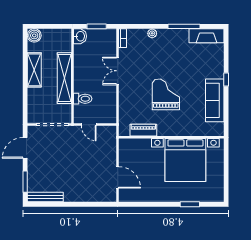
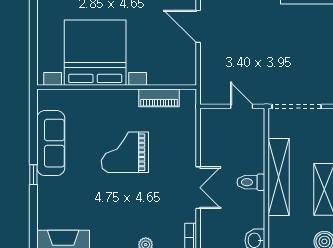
grand piano: (166, 94) -> (125, 152), turned 90
toilet: (83, 99) -> (251, 182), moved

